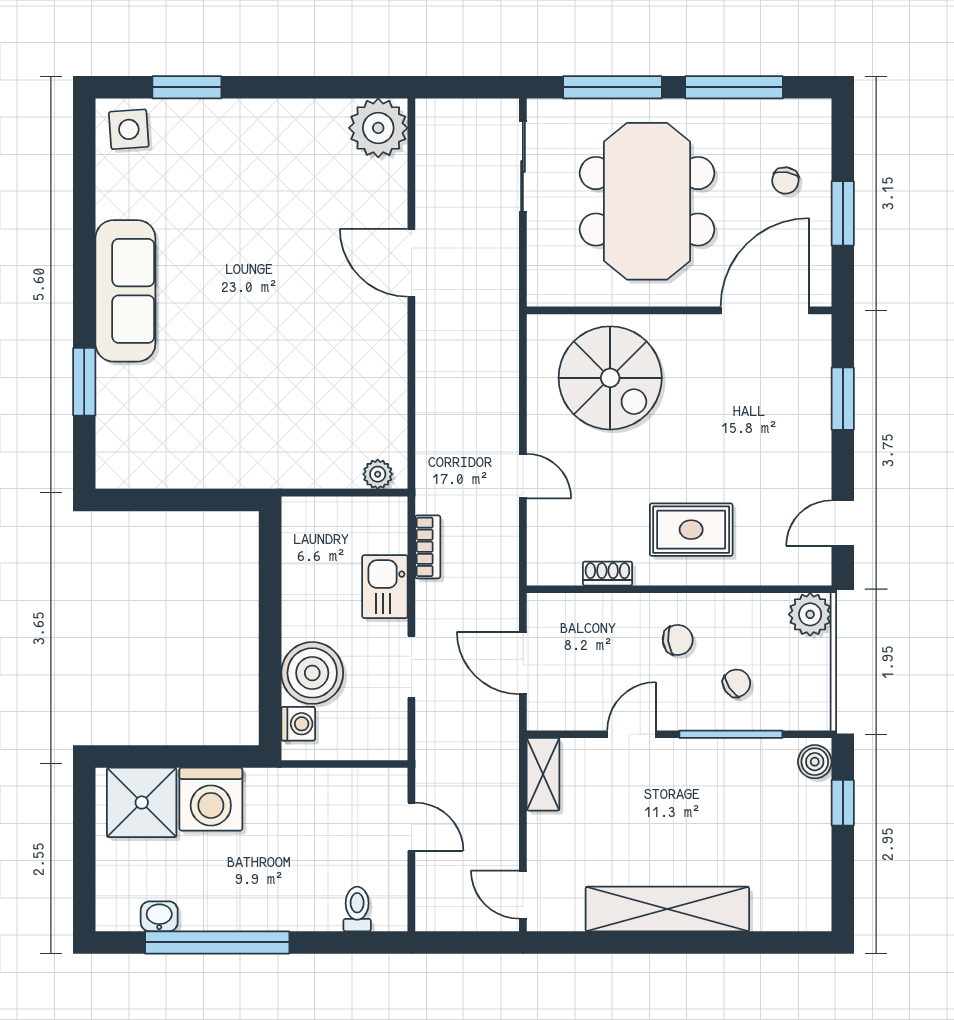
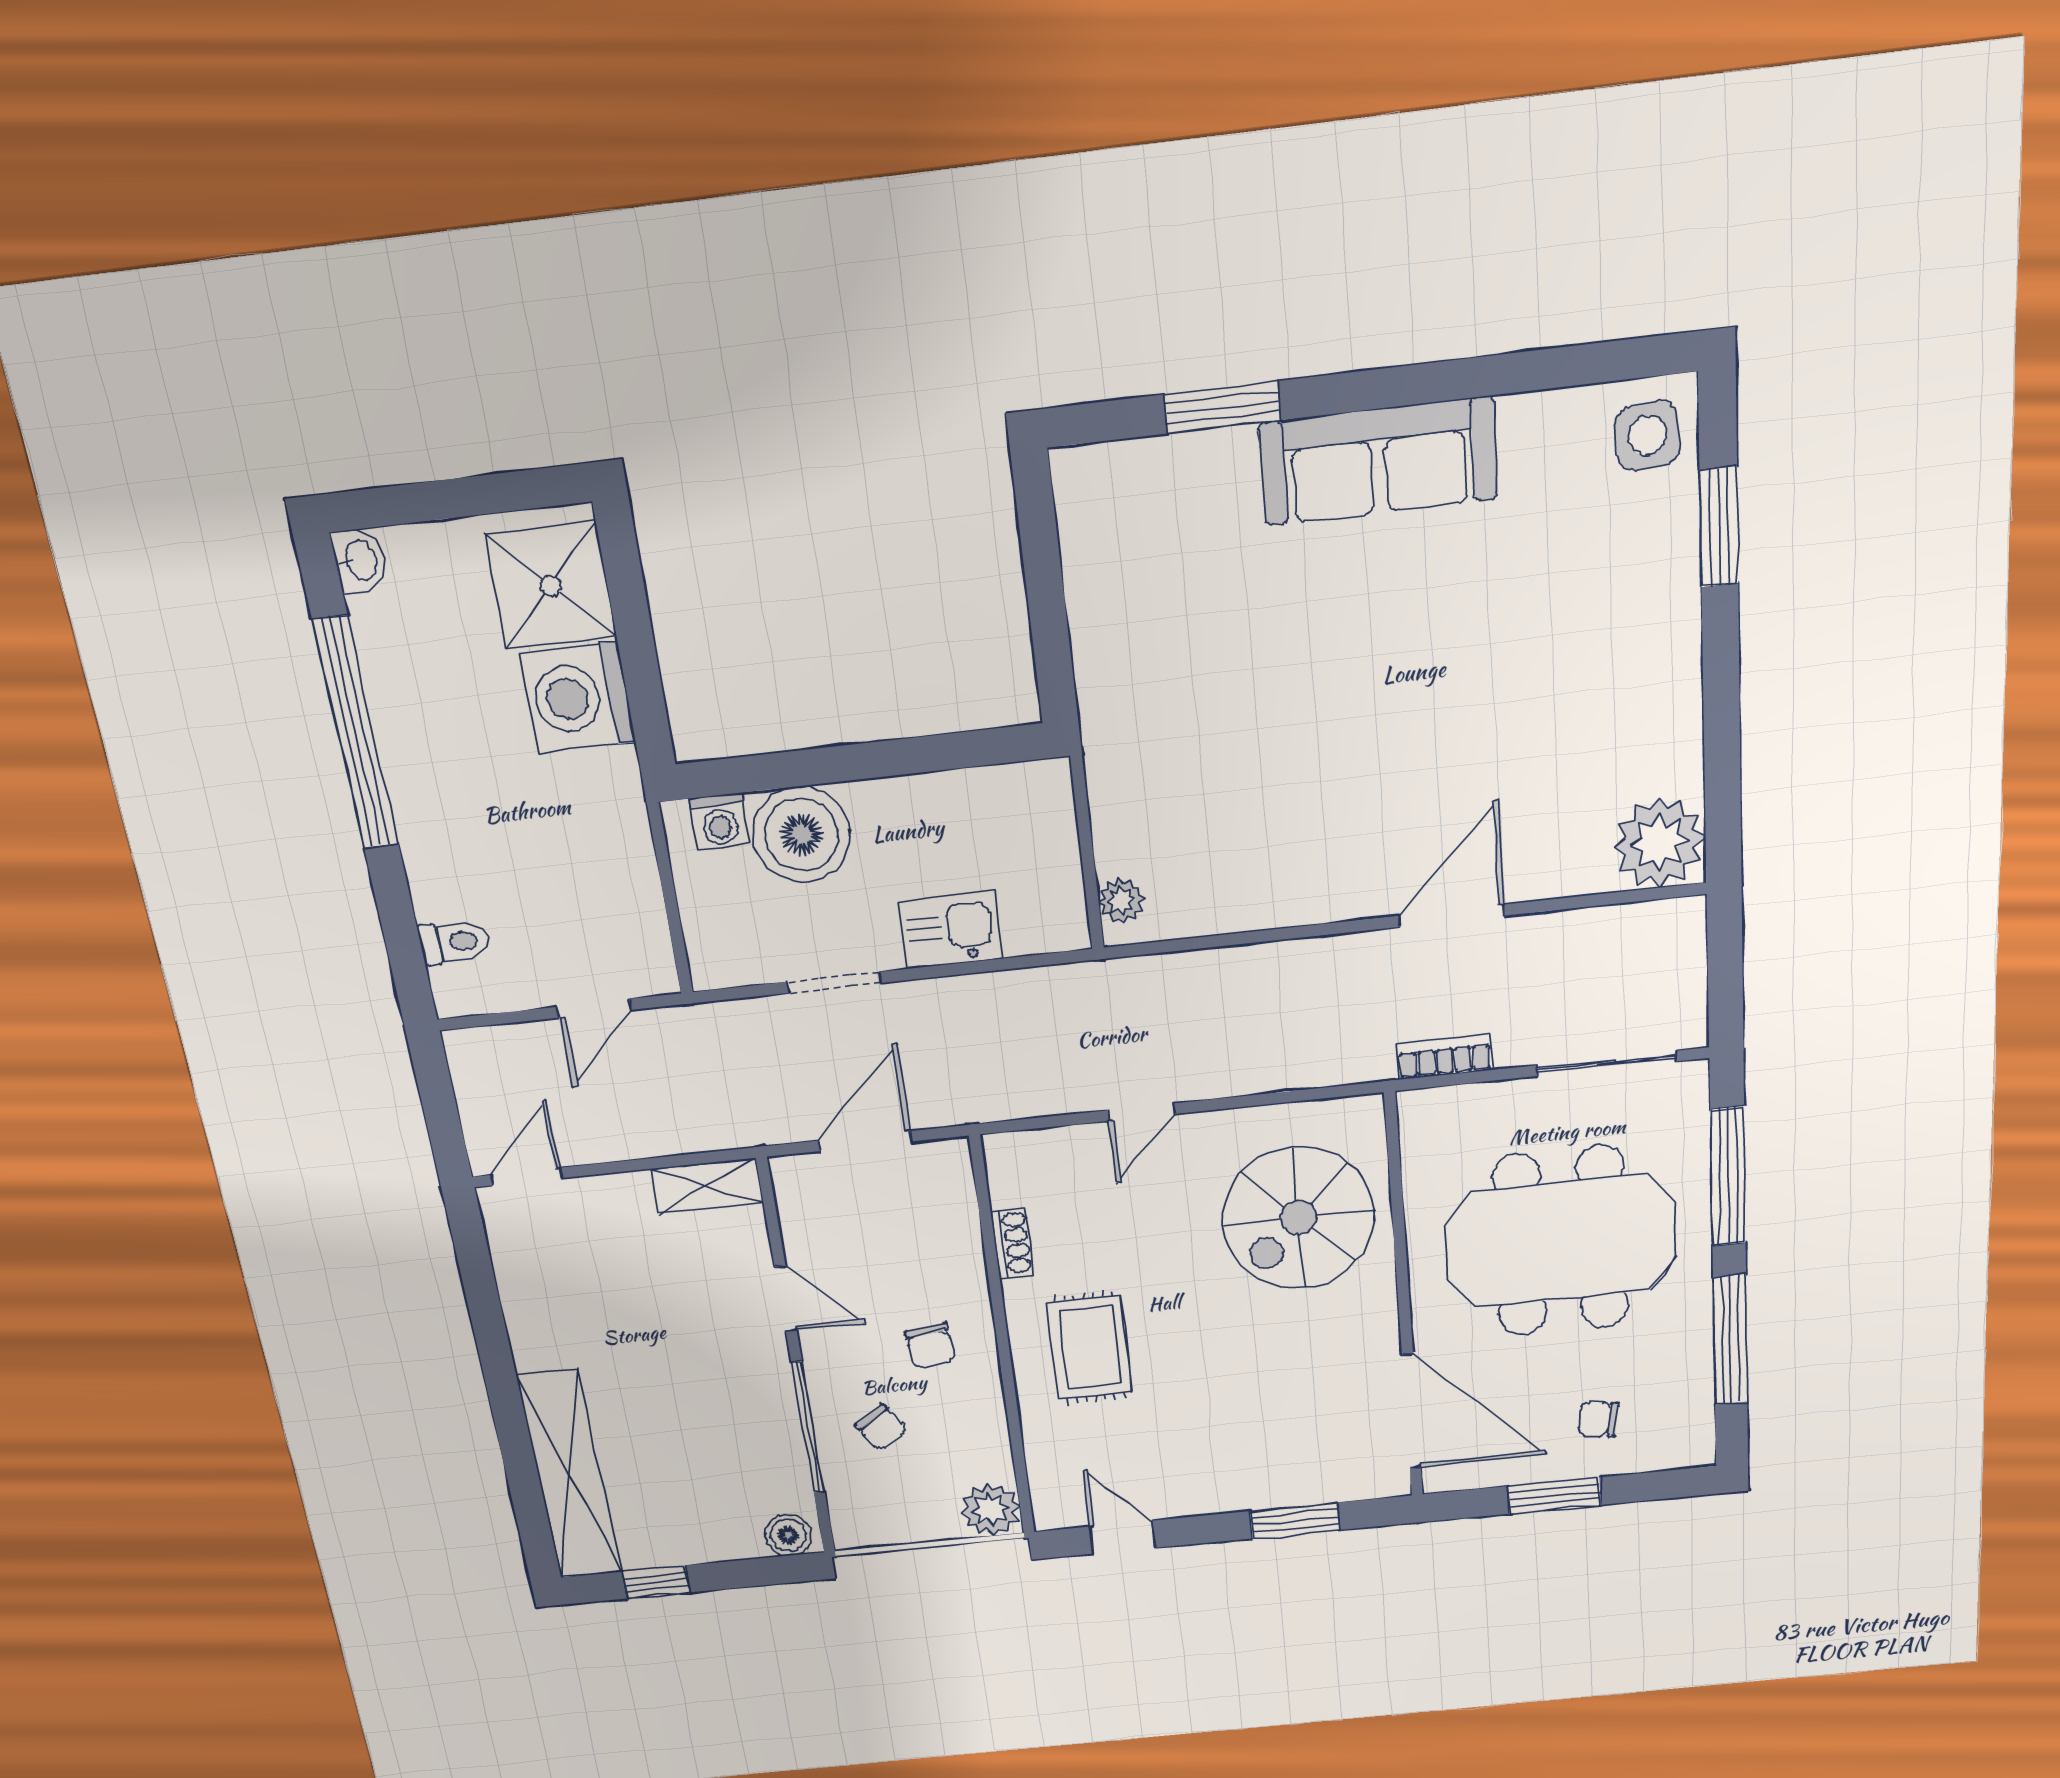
bookcase: (428, 547) -> (1445, 1057), moved, turned 180
window: (843, 803) -> (656, 1582), moved
shelving: (667, 909) -> (570, 1475), moved
washbasin: (159, 916) -> (360, 561), moved

